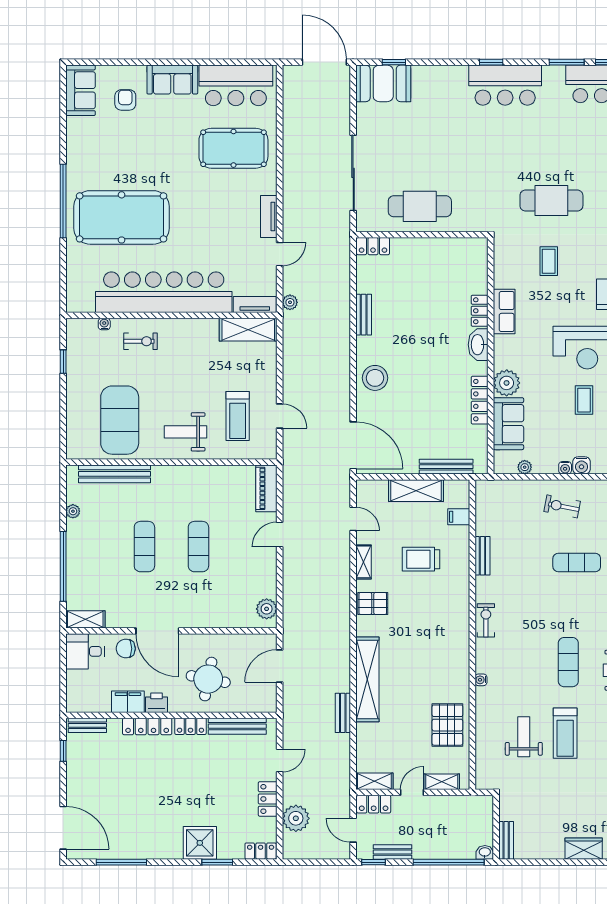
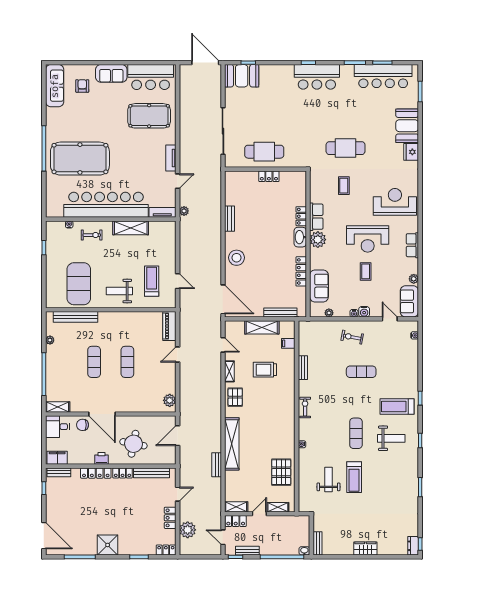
sofa: (81, 90) -> (55, 86), width x1.36
locker: (373, 246) -> (269, 176), moved
shelving: (248, 330) -> (131, 228), moved
plant: (507, 383) -> (318, 240), moved
treadmill: (238, 416) -> (152, 281), turned 180
pallet: (373, 603) -> (235, 397), turned 90
filing cabinet: (128, 702) -> (57, 458), moved
shower: (200, 843) -> (108, 545), moved

